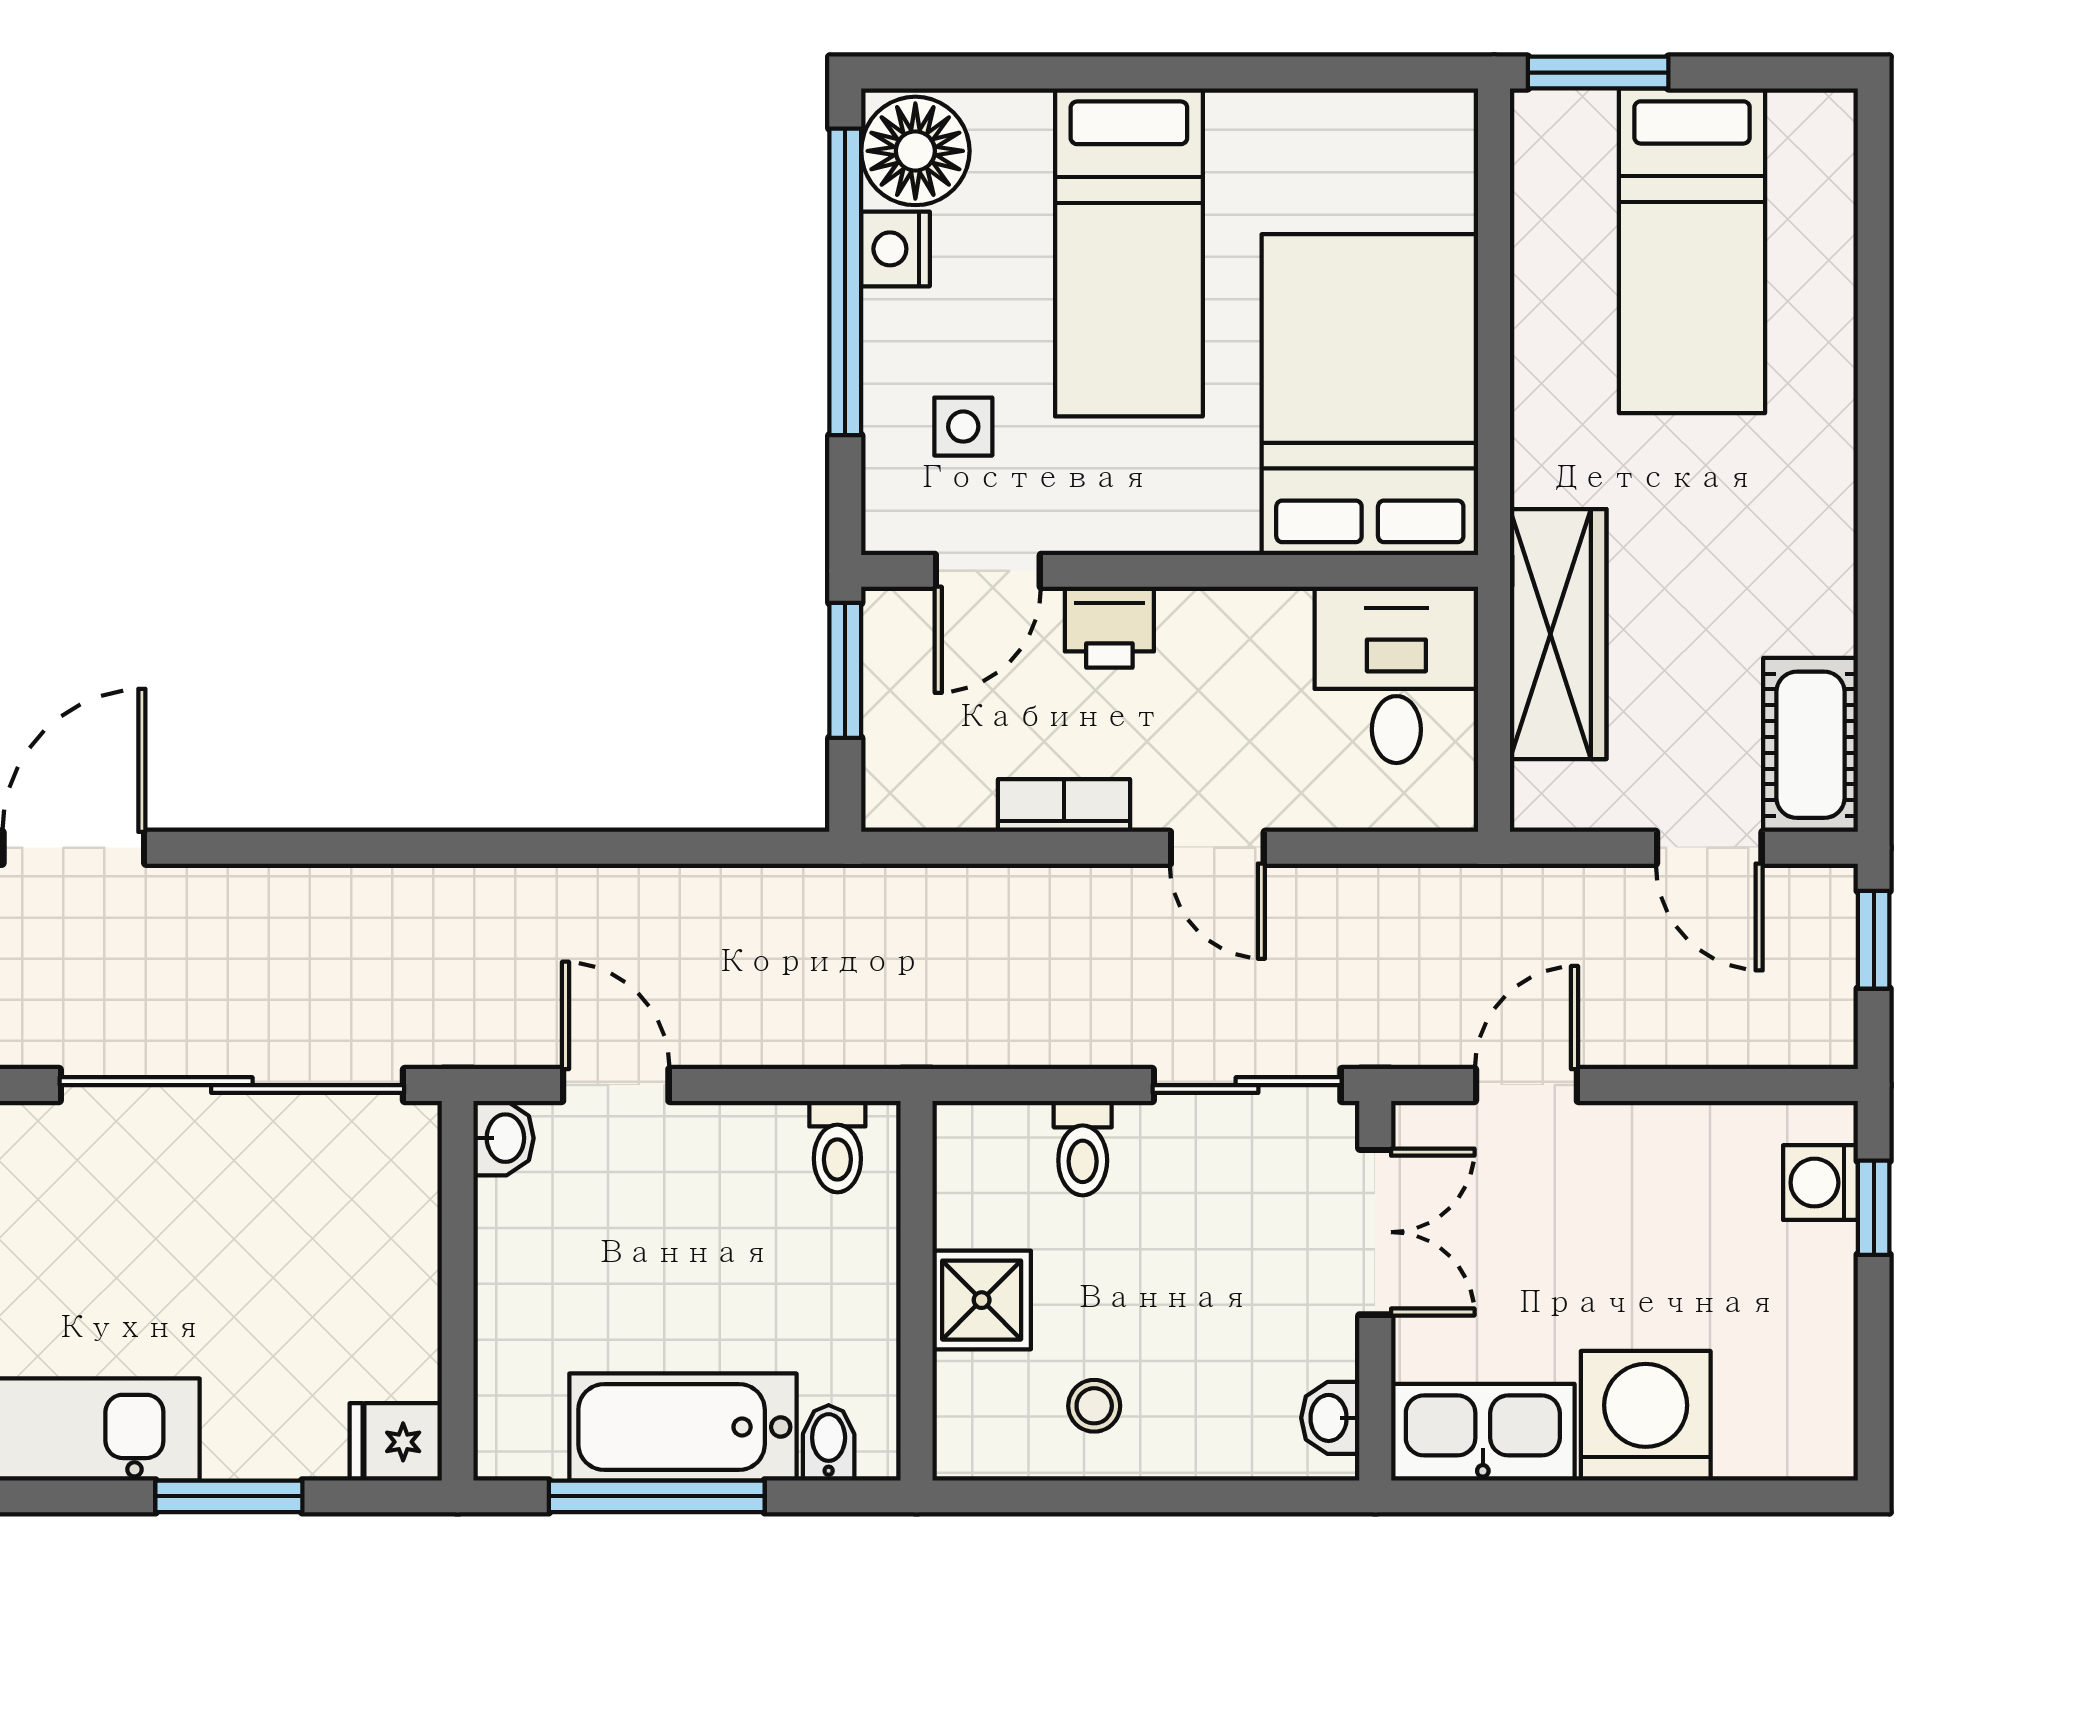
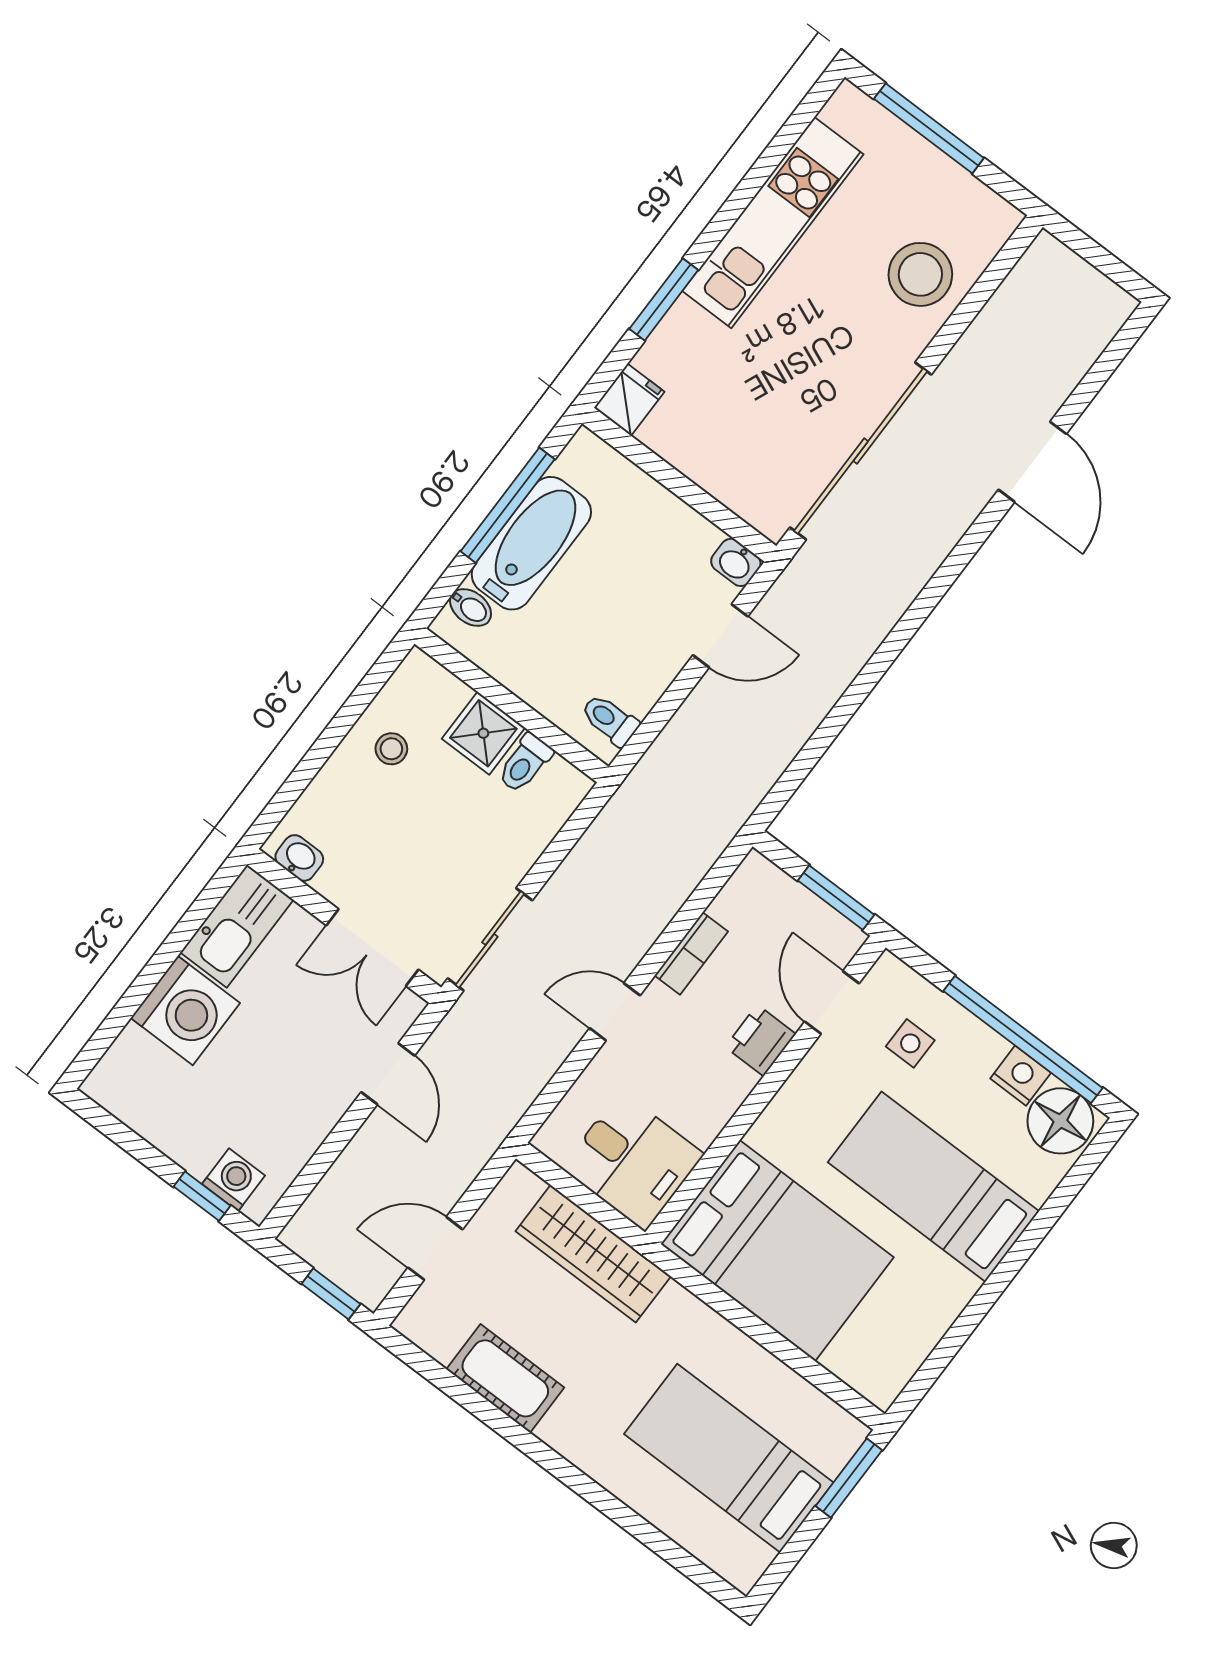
cot: (1810, 745) -> (505, 1378), moved
toilet: (1083, 1148) -> (525, 763), moved, turned -90

